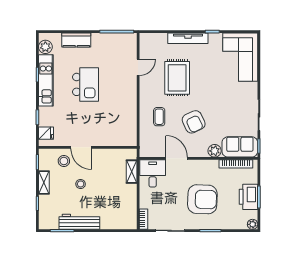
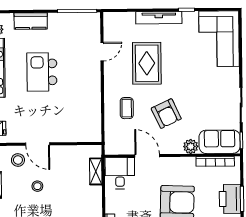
kitchen island: (86, 84) -> (42, 72), turned 180

